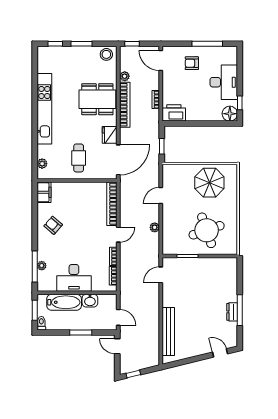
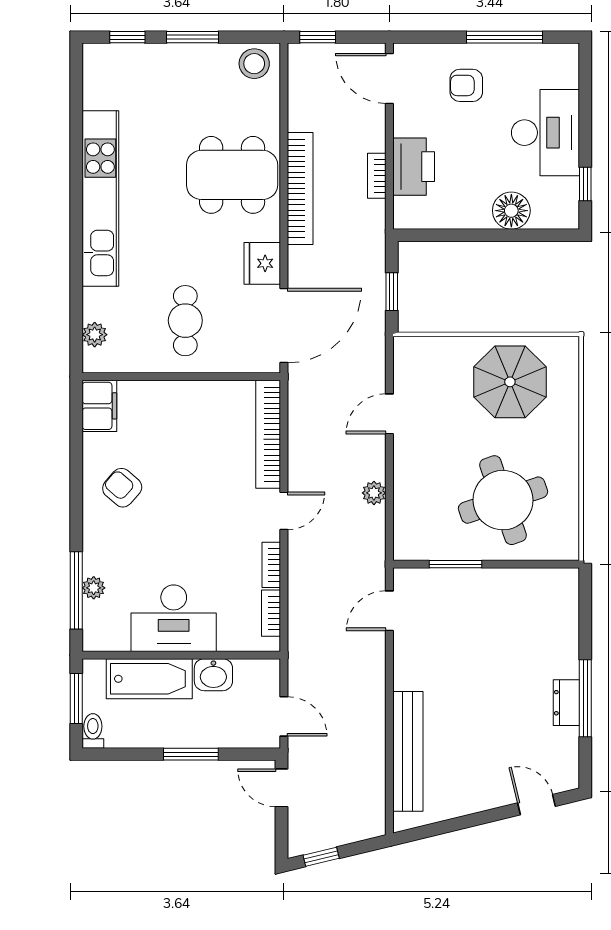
plant: (125, 76) -> (300, 118), removed
printer: (174, 113) -> (414, 167), moved, turned 90
floor lamp: (230, 114) -> (511, 211), moved

